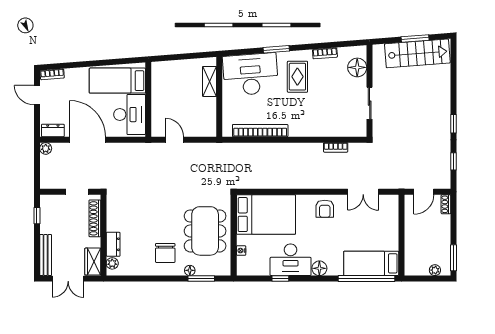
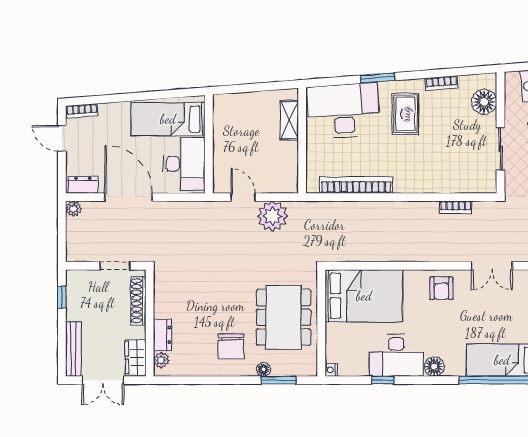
plant: (197, 154) -> (272, 216), added
nightstand: (241, 251) -> (331, 370), moved

